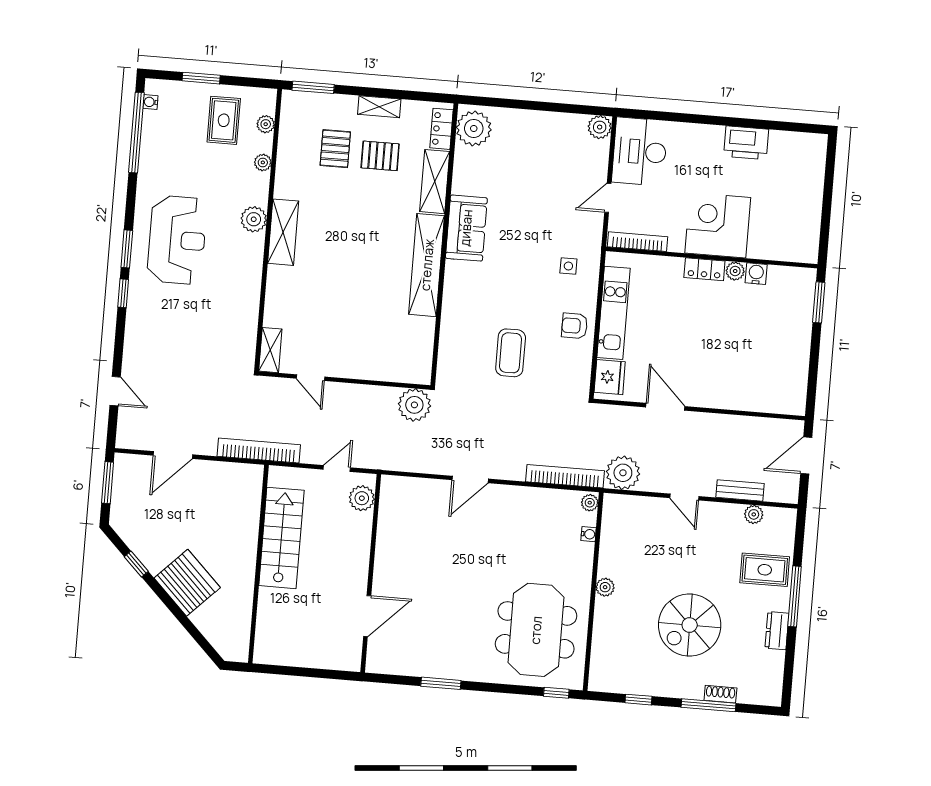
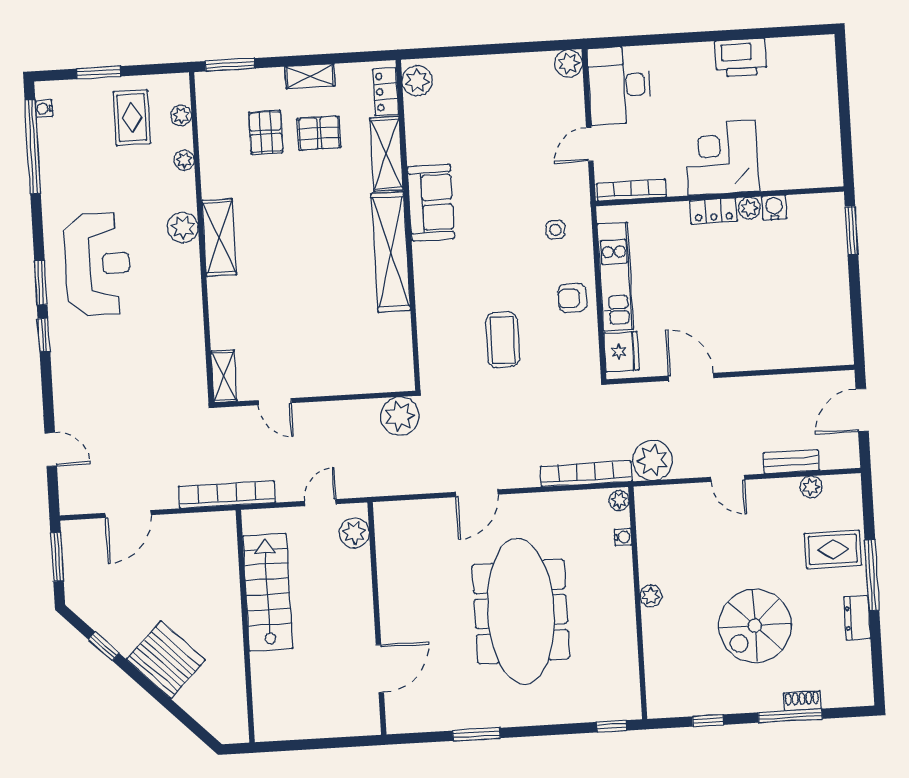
plant: (474, 128) -> (417, 81), width x0.73, depth x0.73
meeting table: (536, 630) -> (521, 612), moved, width x1.36

